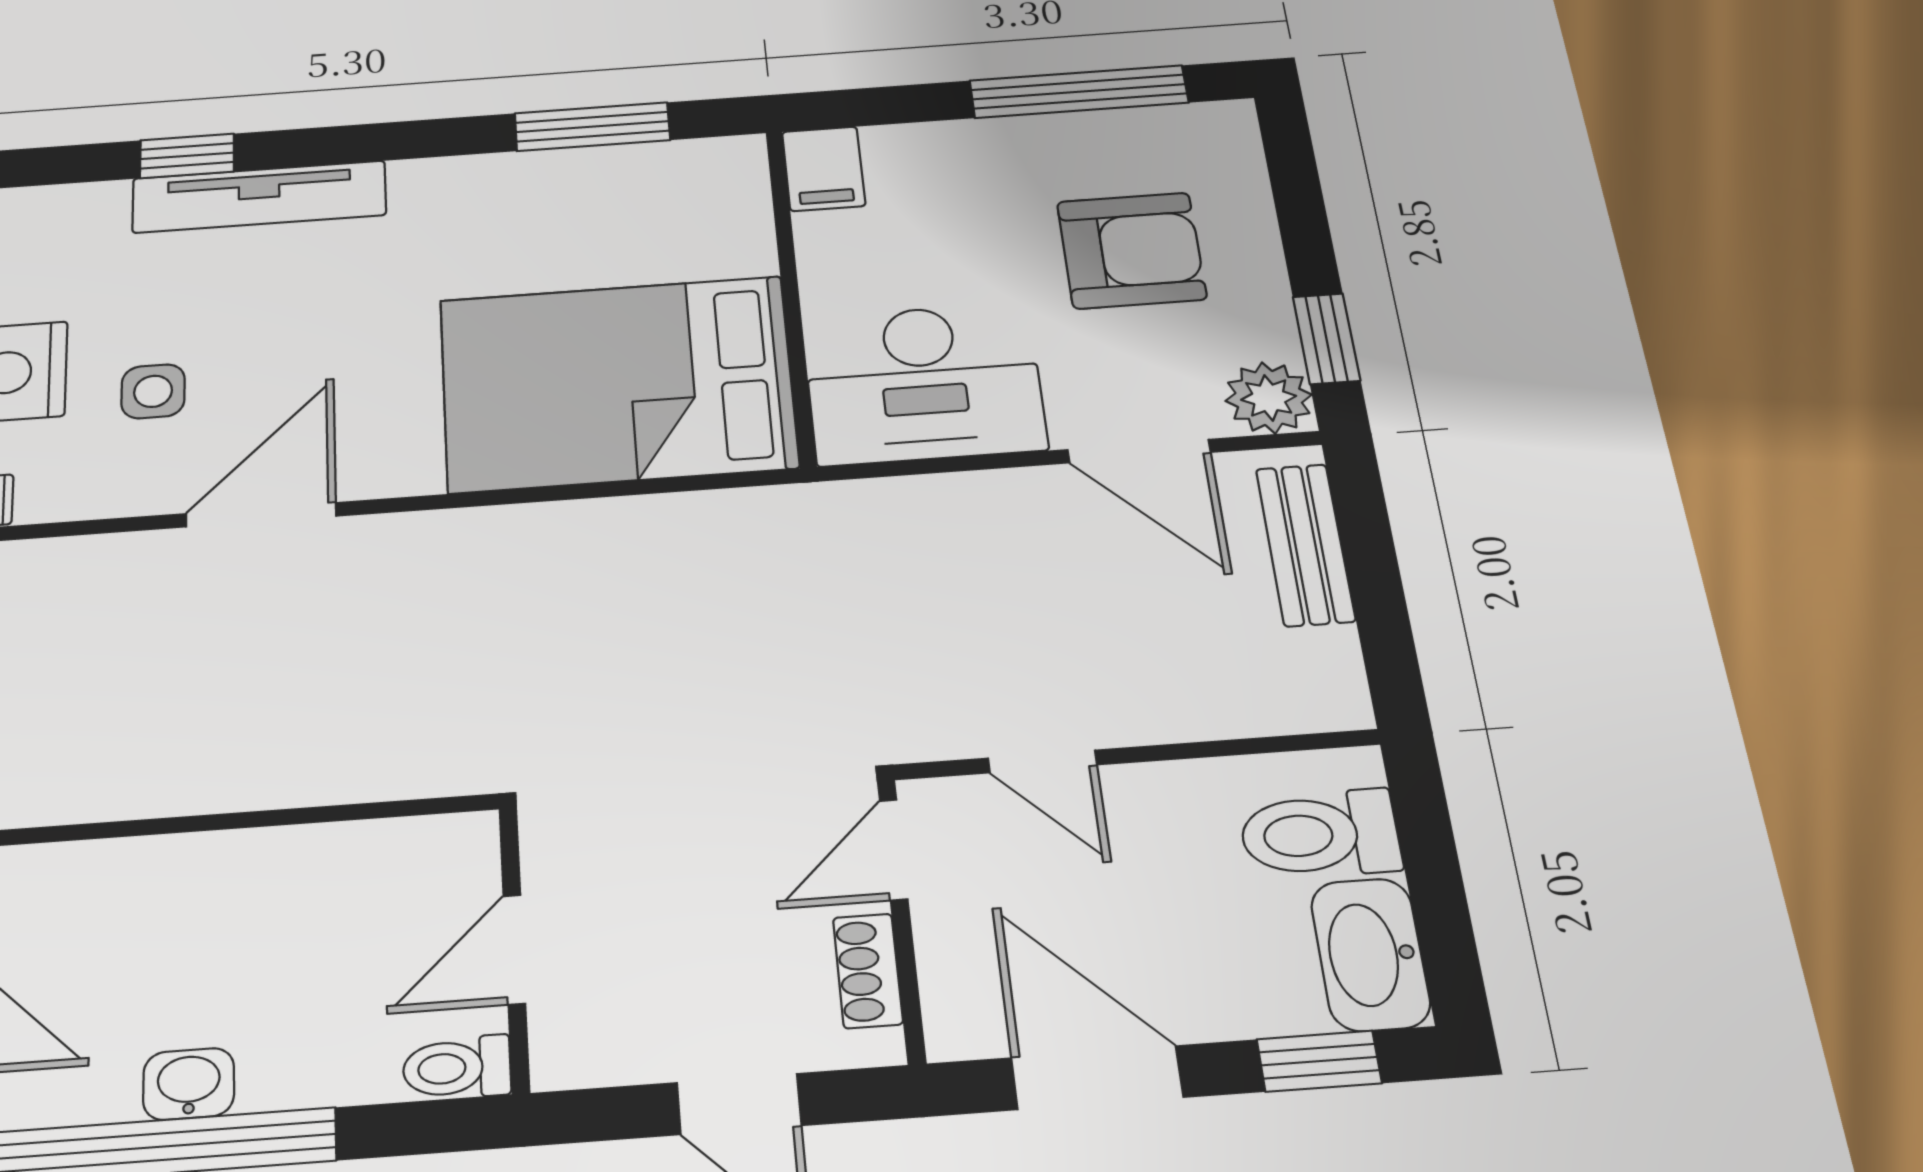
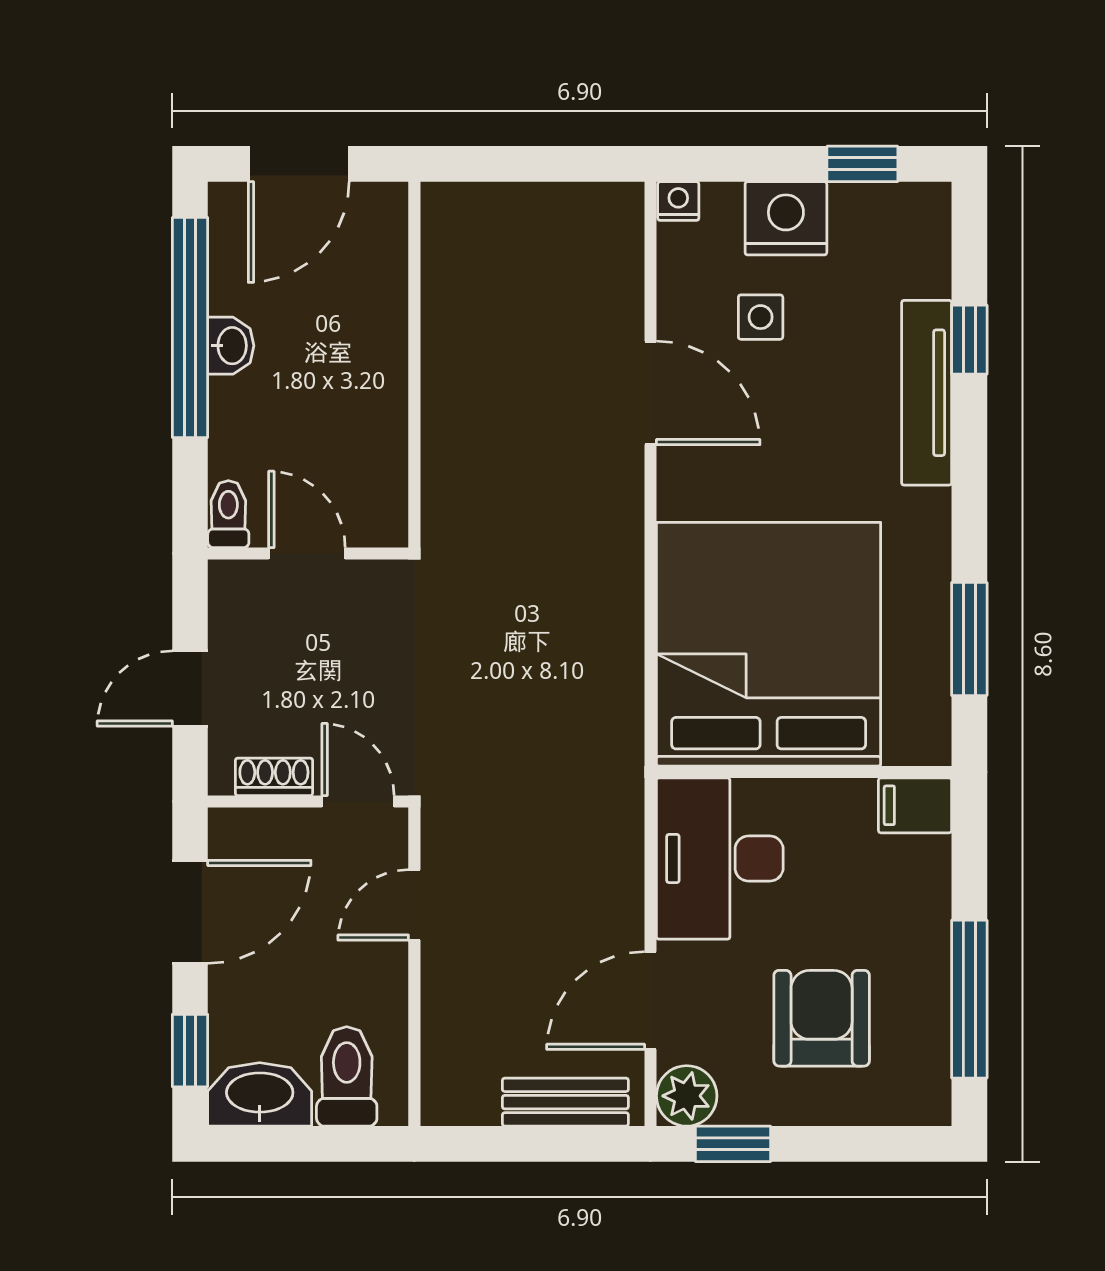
armchair: (1131, 250) -> (822, 1018), turned 180
bed: (617, 383) -> (769, 644), width x1.36

